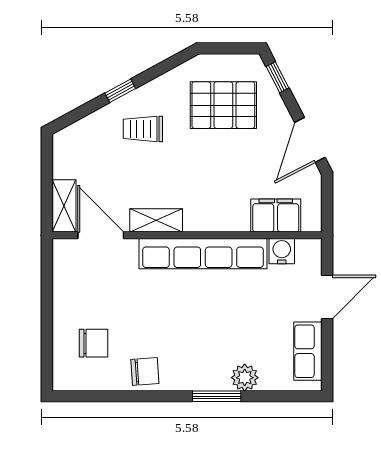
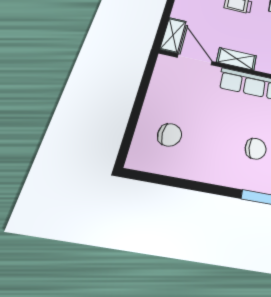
chair: (145, 371) -> (256, 149), moved

